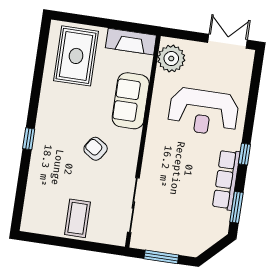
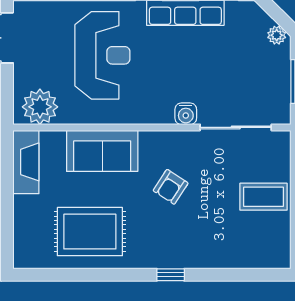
rug: (76, 56) -> (90, 232), moved
water cooler: (149, 169) -> (186, 114), added
plant: (199, 247) -> (277, 35), added

